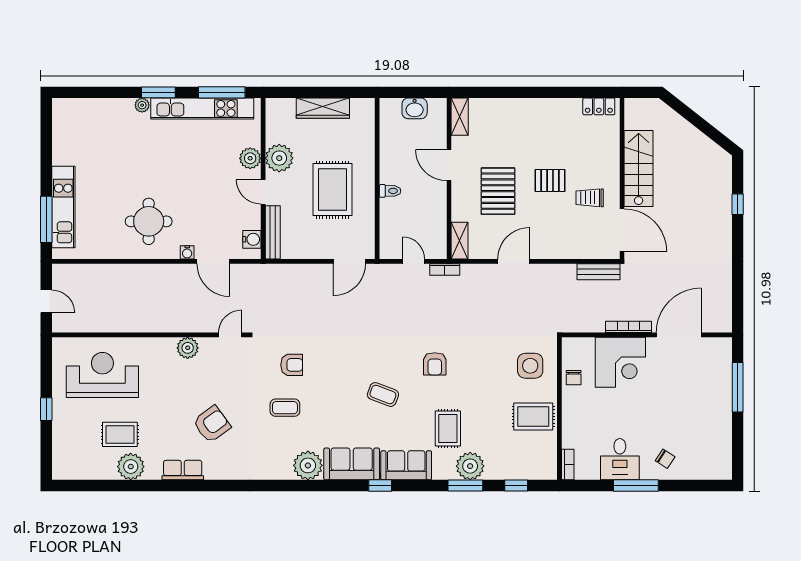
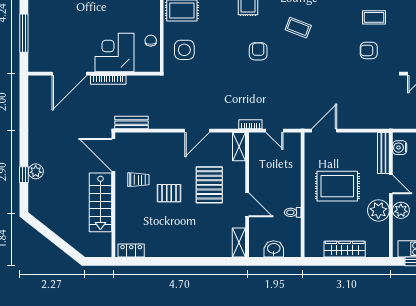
rug: (332, 190) -> (337, 186), turned 90
toilet: (390, 191) -> (293, 212), moved
plant: (722, 209) -> (36, 171), added

